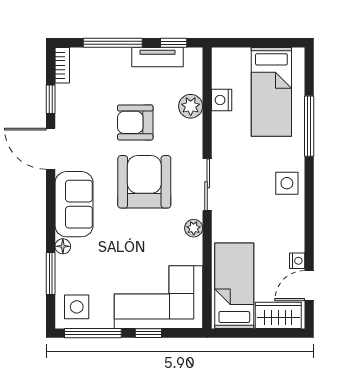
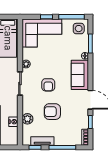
armchair: (135, 122) -> (52, 112), turned 180
armchair: (144, 182) -> (48, 85), width x0.53, depth x0.53

